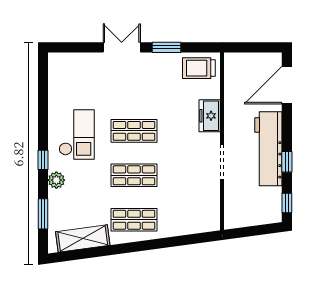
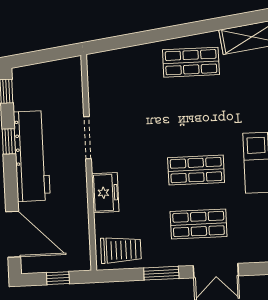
window: (252, 47) -> (58, 278), added
door: (287, 85) -> (13, 234), hinge flipped
shop shelf: (134, 175) -> (199, 224), moved

